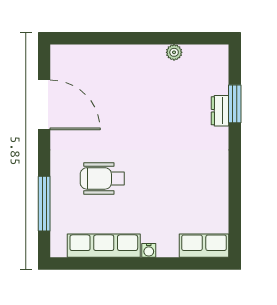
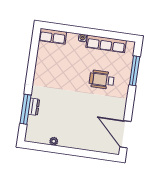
window: (235, 104) -> (25, 109), width x1.44
door: (44, 105) -> (125, 134), moved
wheelchair: (102, 178) -> (102, 80), turned 180

